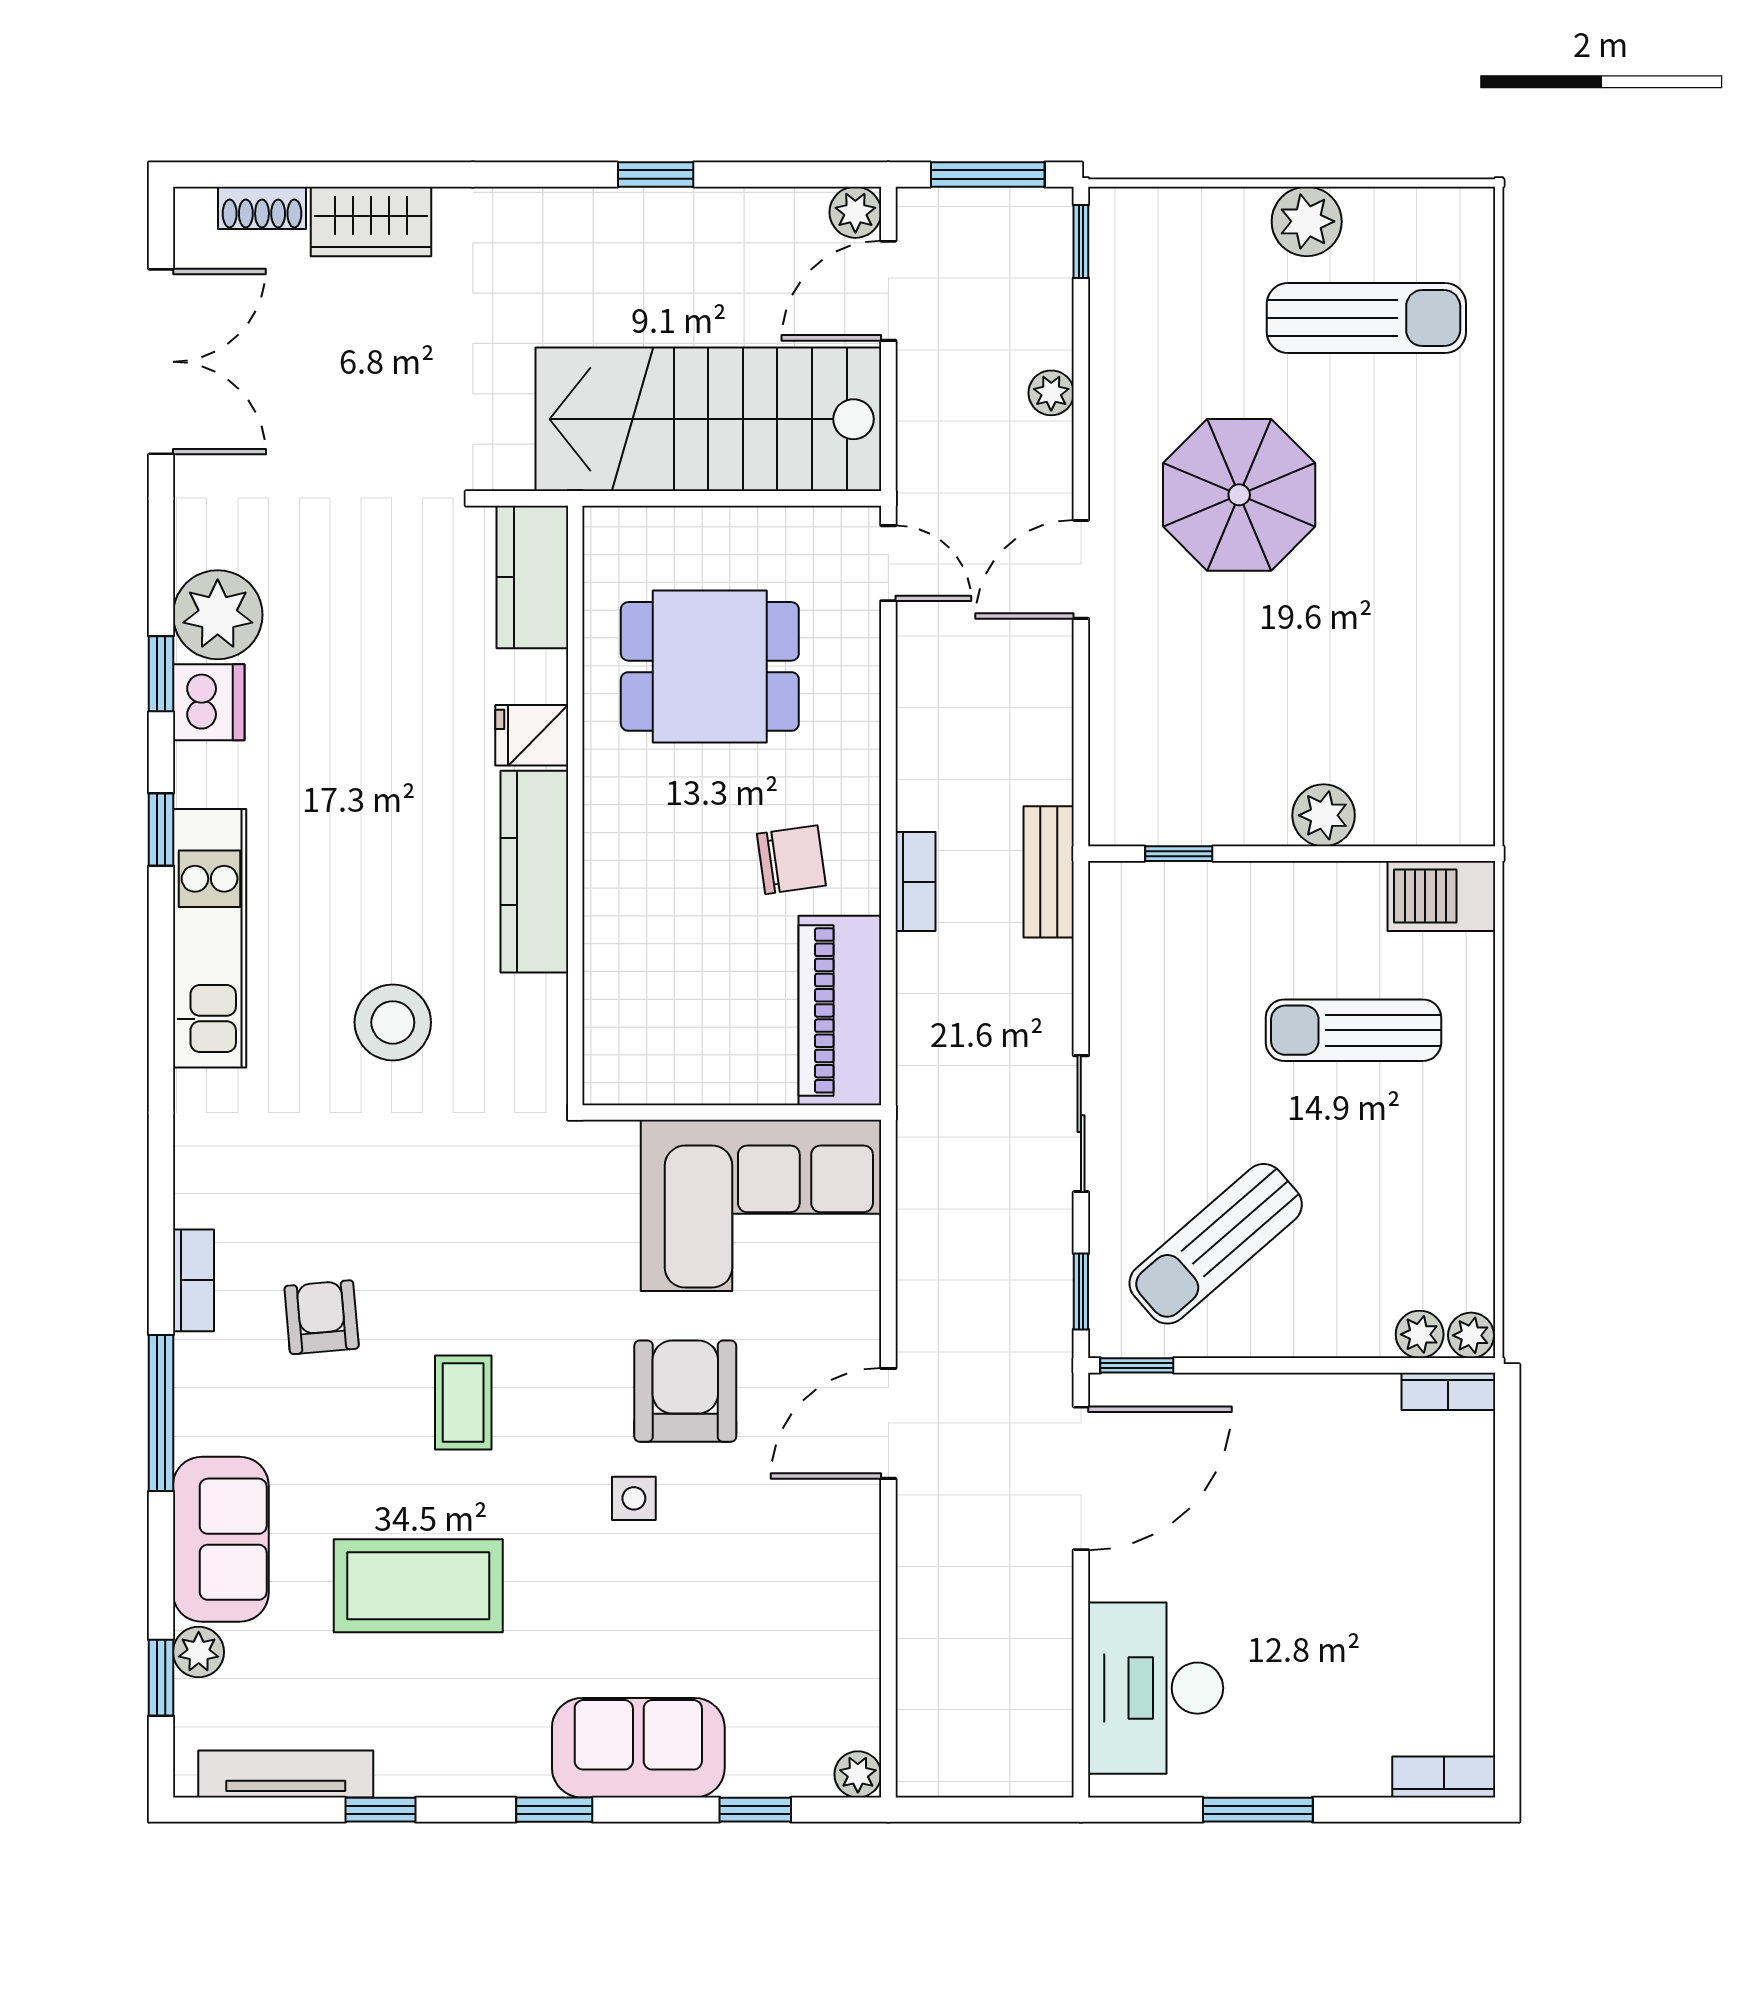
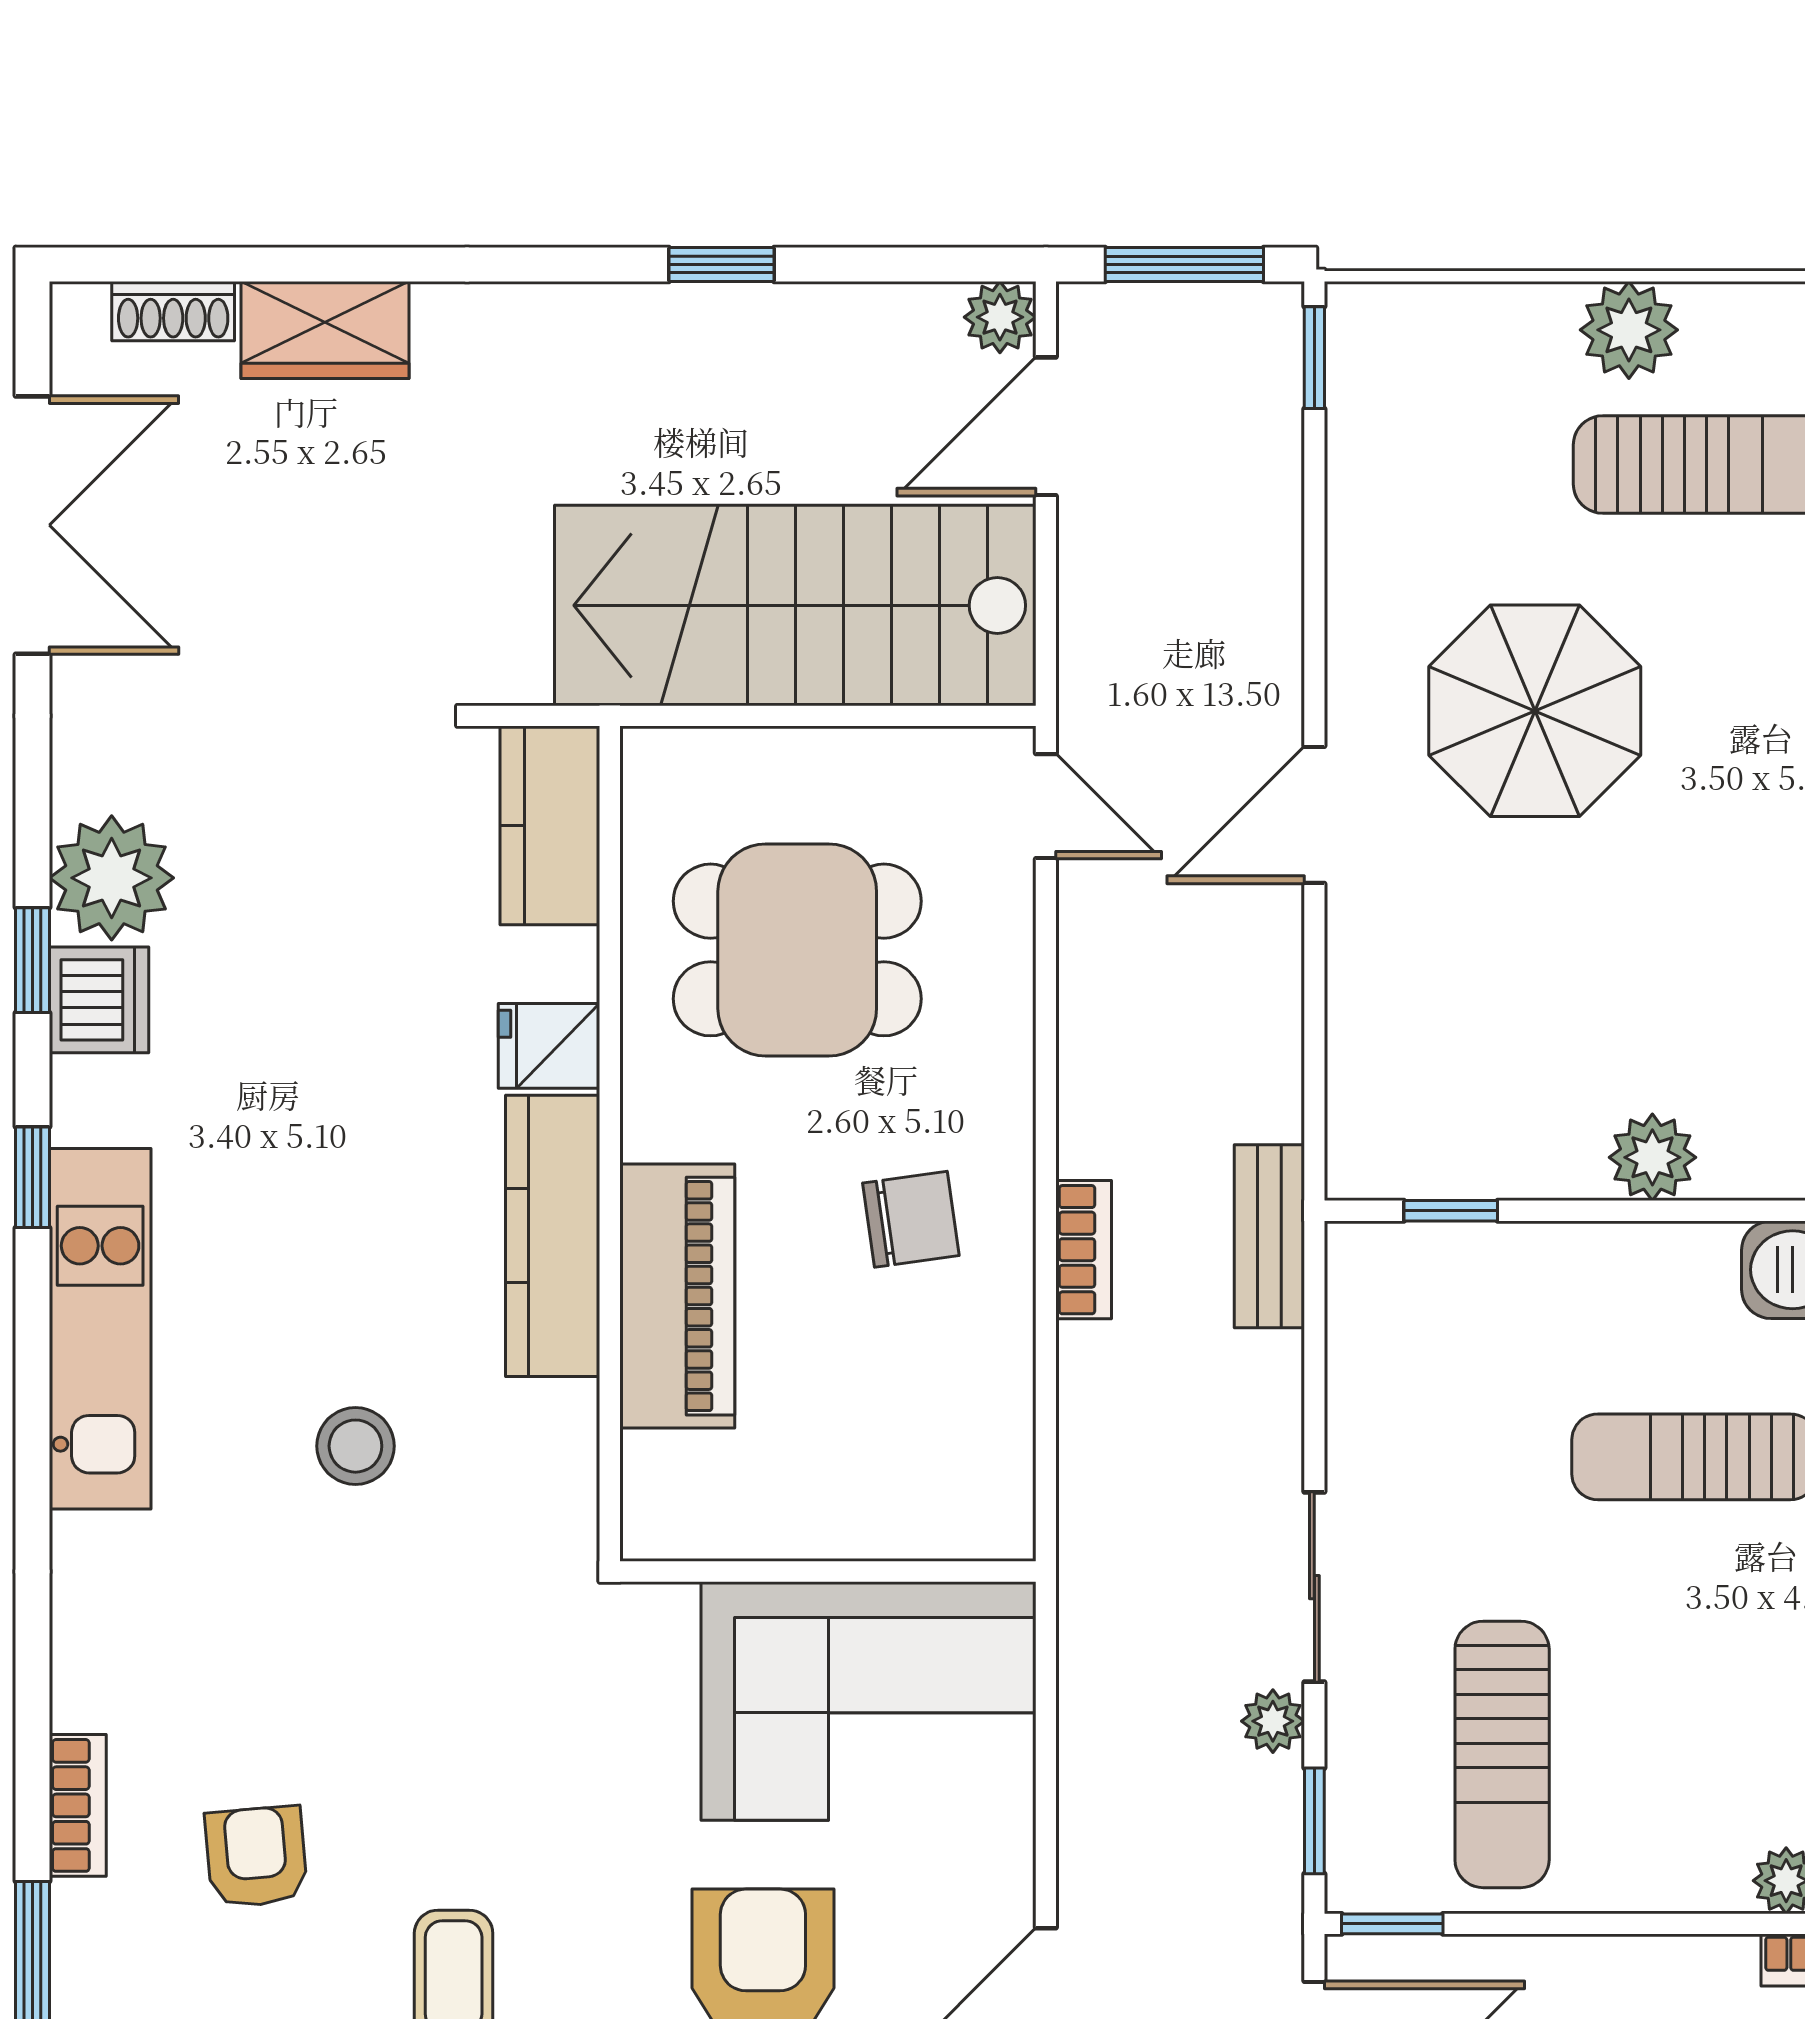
plant: (1051, 393) -> (1273, 1721), moved
piano: (840, 1010) -> (677, 1296), moved, turned 180
stool: (393, 1022) -> (355, 1446), width x0.73, depth x0.73
sun lounger: (1216, 1244) -> (1502, 1754), turned -49

